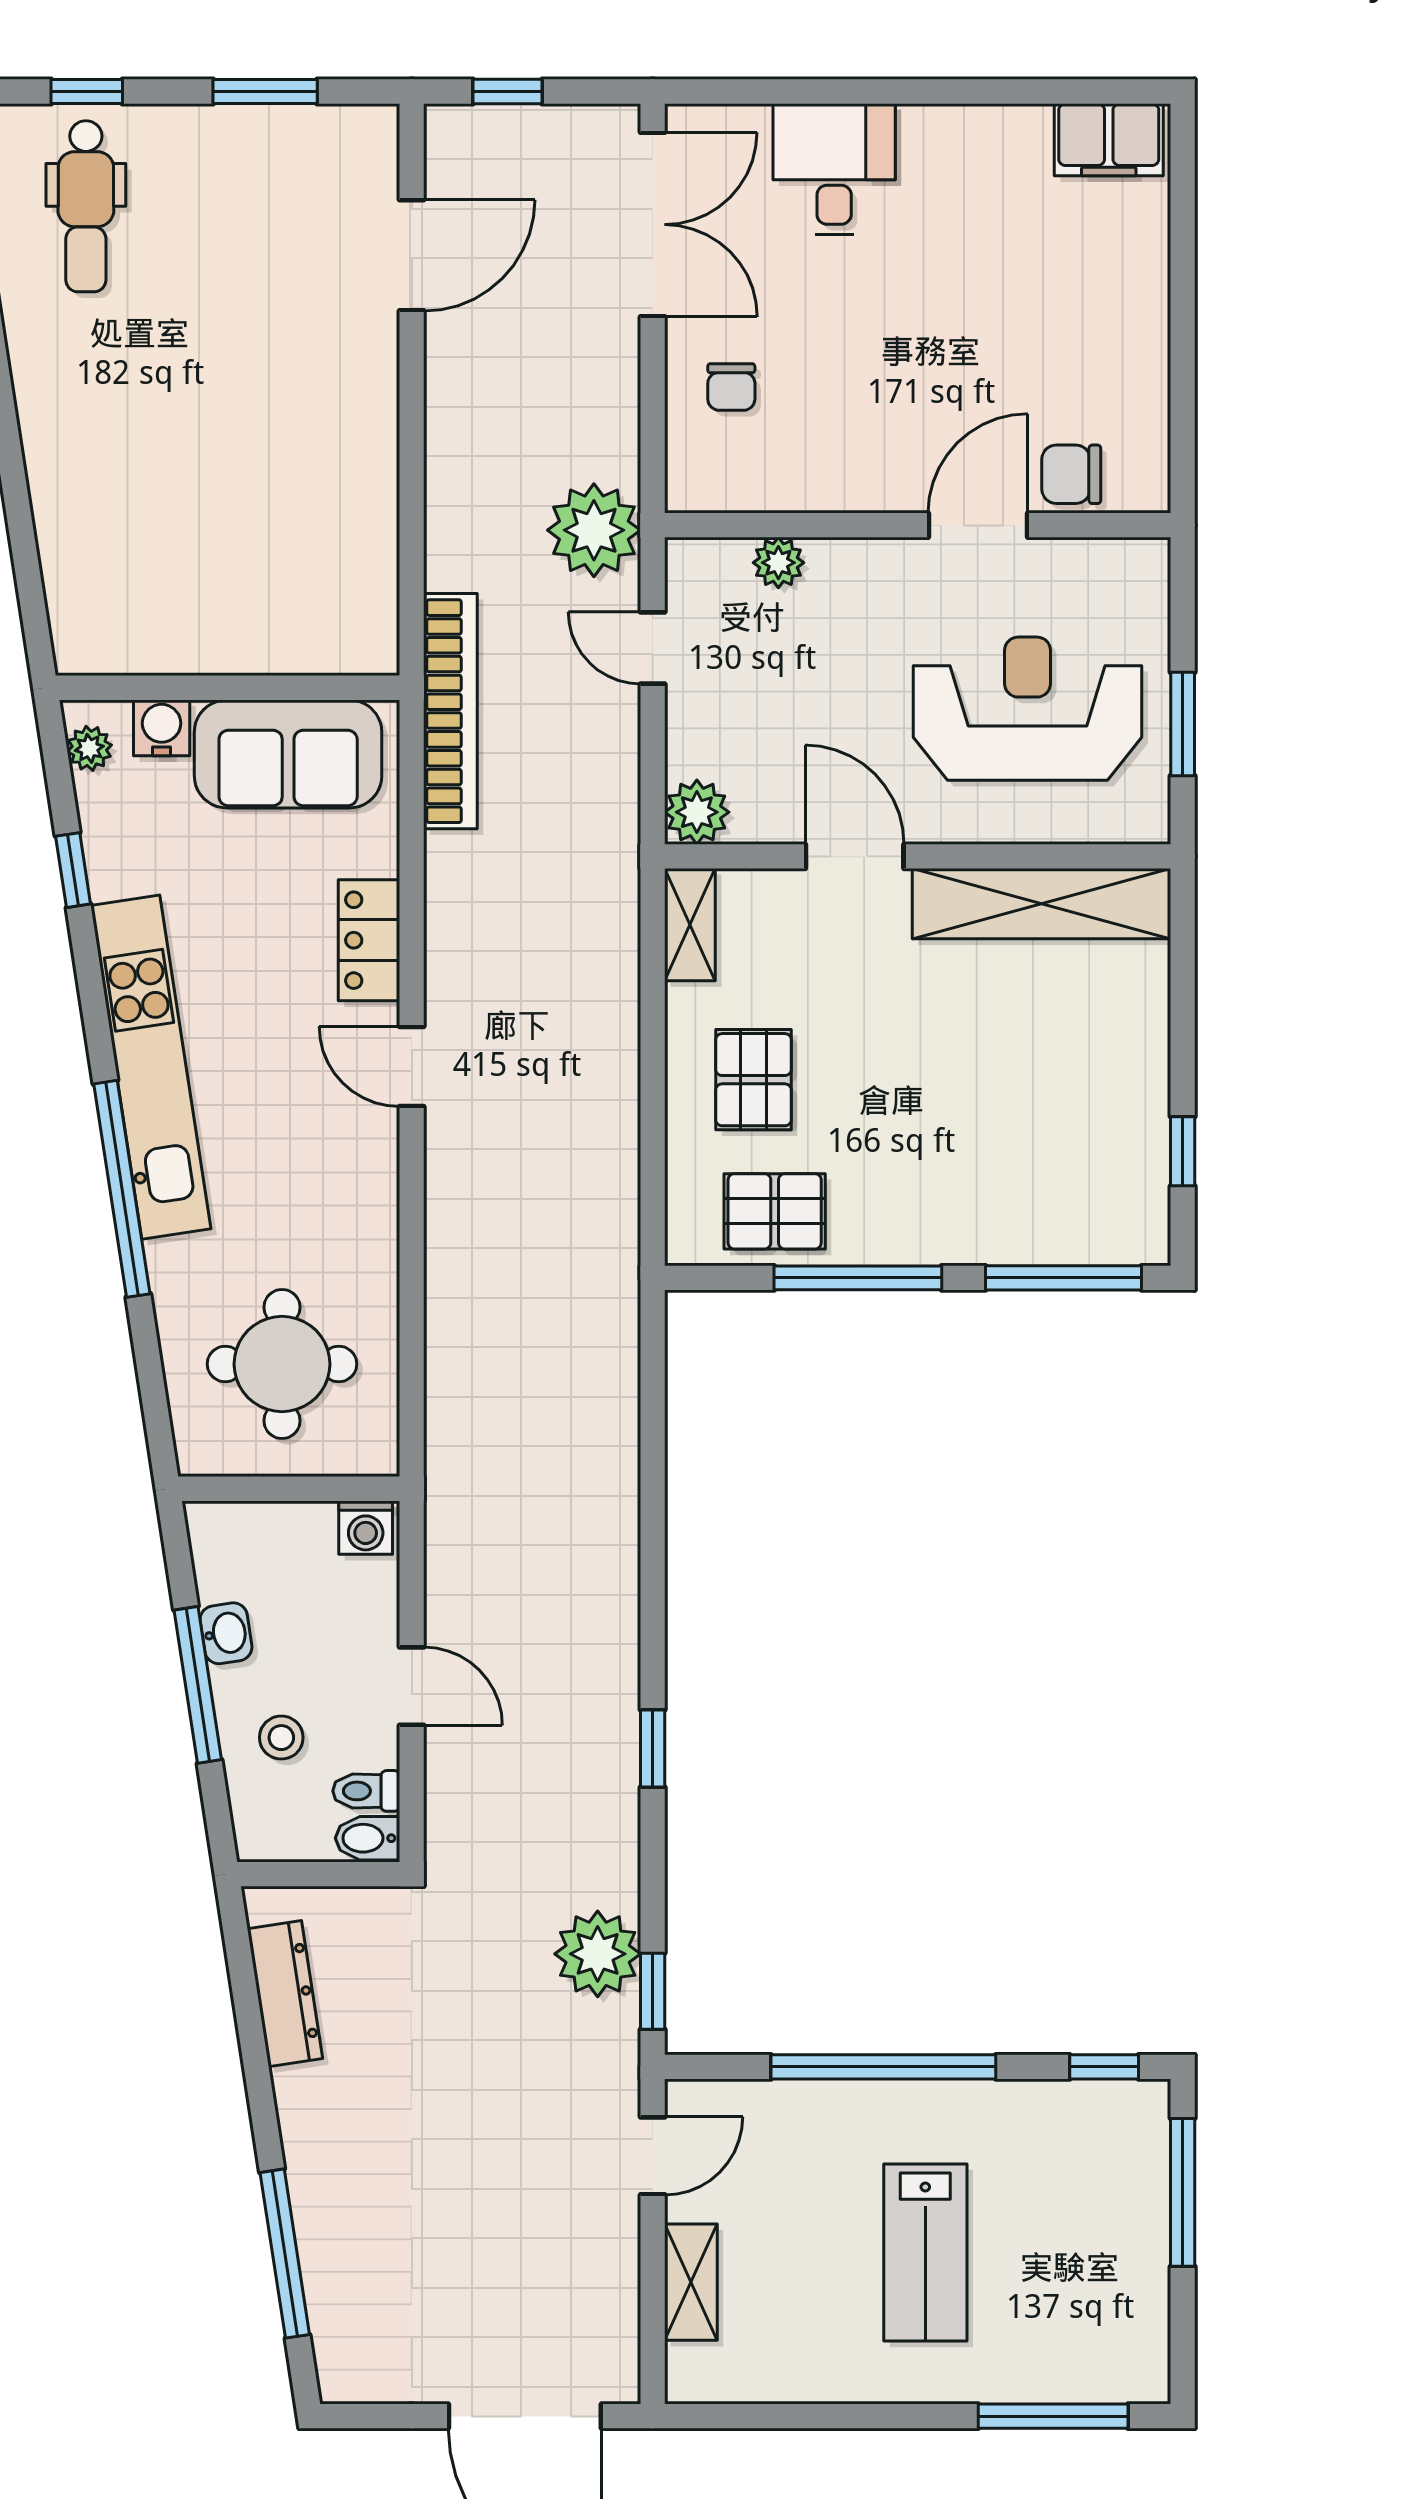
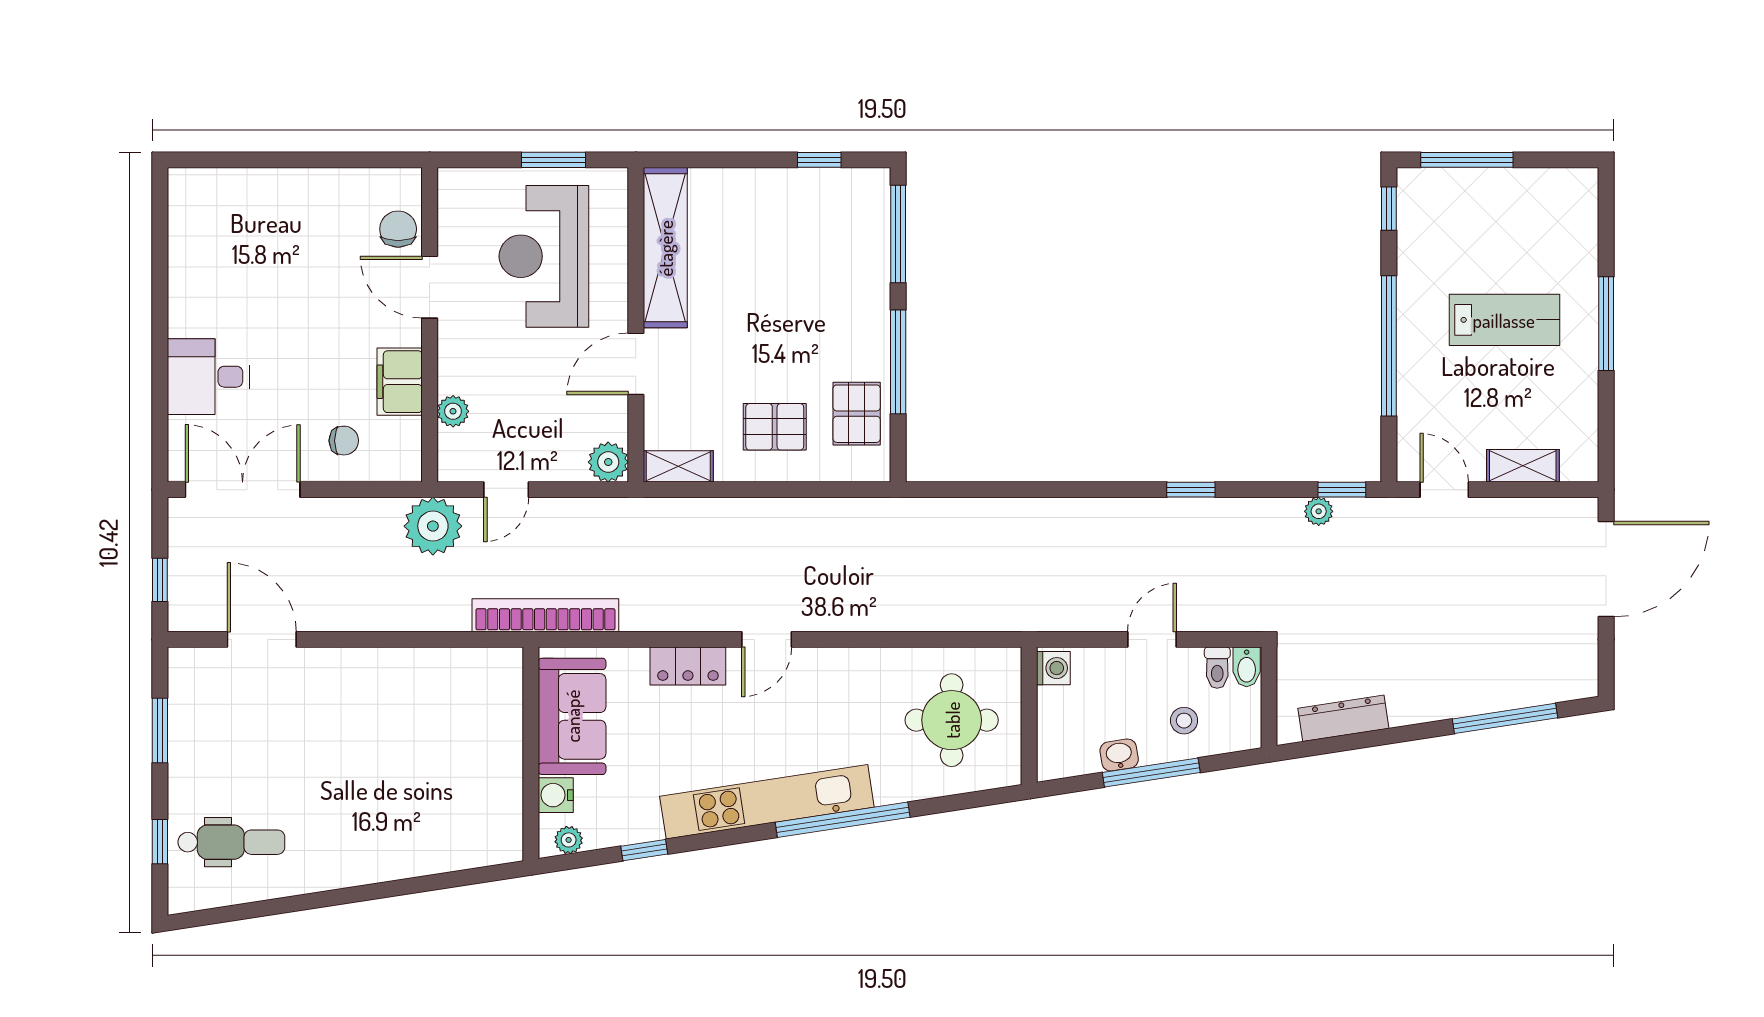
filing cabinet: (1109, 140) -> (400, 382), moved, turned 180
chair: (1071, 474) -> (398, 229), turned 180
plant: (598, 1954) -> (1319, 511), width x0.53, depth x0.53
window: (1053, 2416) -> (1606, 324), moved

